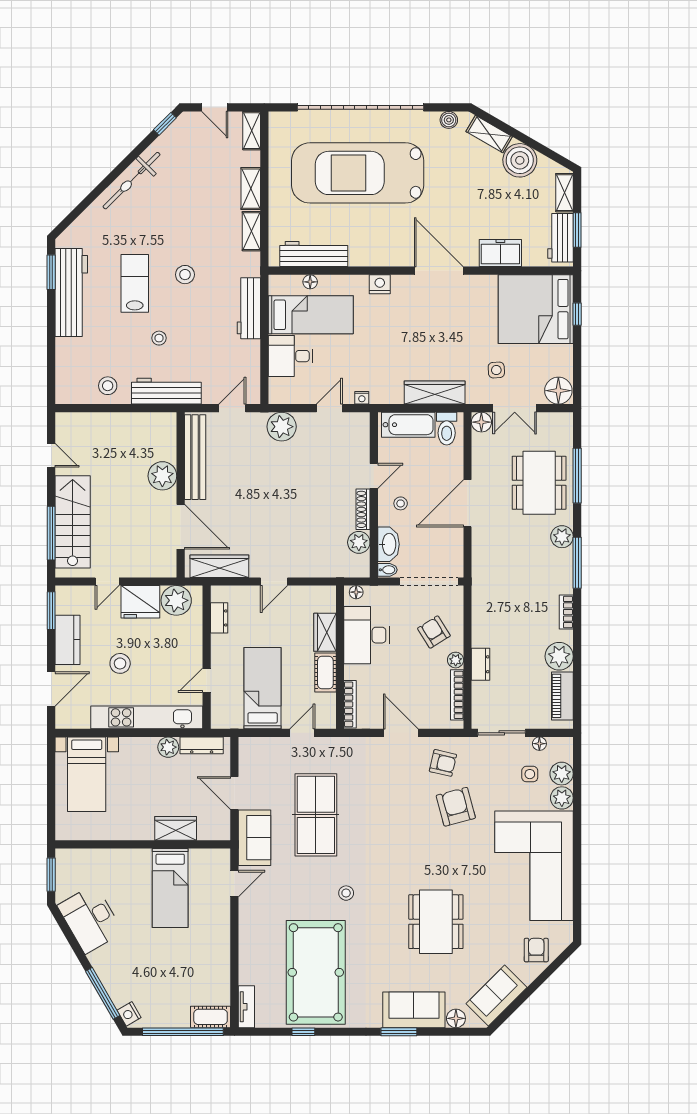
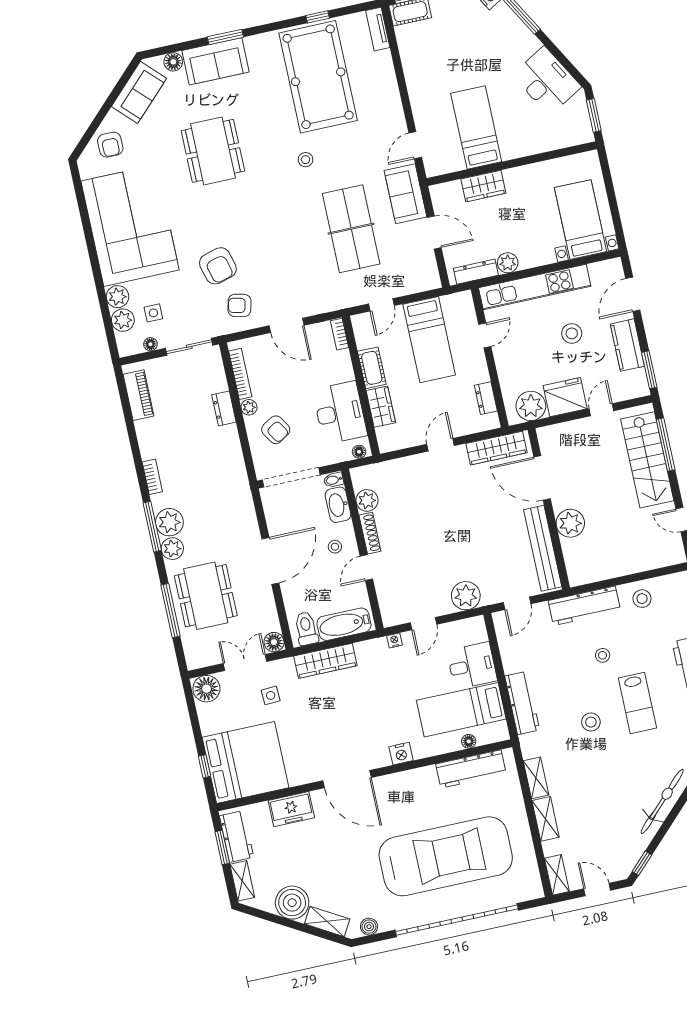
plant: (559, 656) -> (169, 522), moved
bookcase: (350, 704) -> (340, 334), width x0.64

